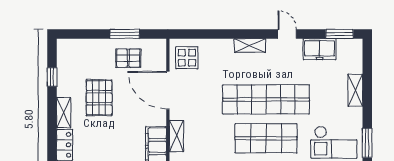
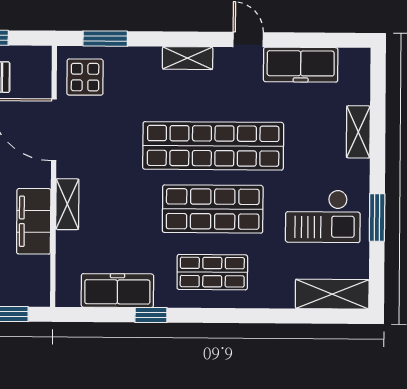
window: (340, 34) -> (105, 39), moved
freezer: (320, 49) -> (301, 65), width x1.40

